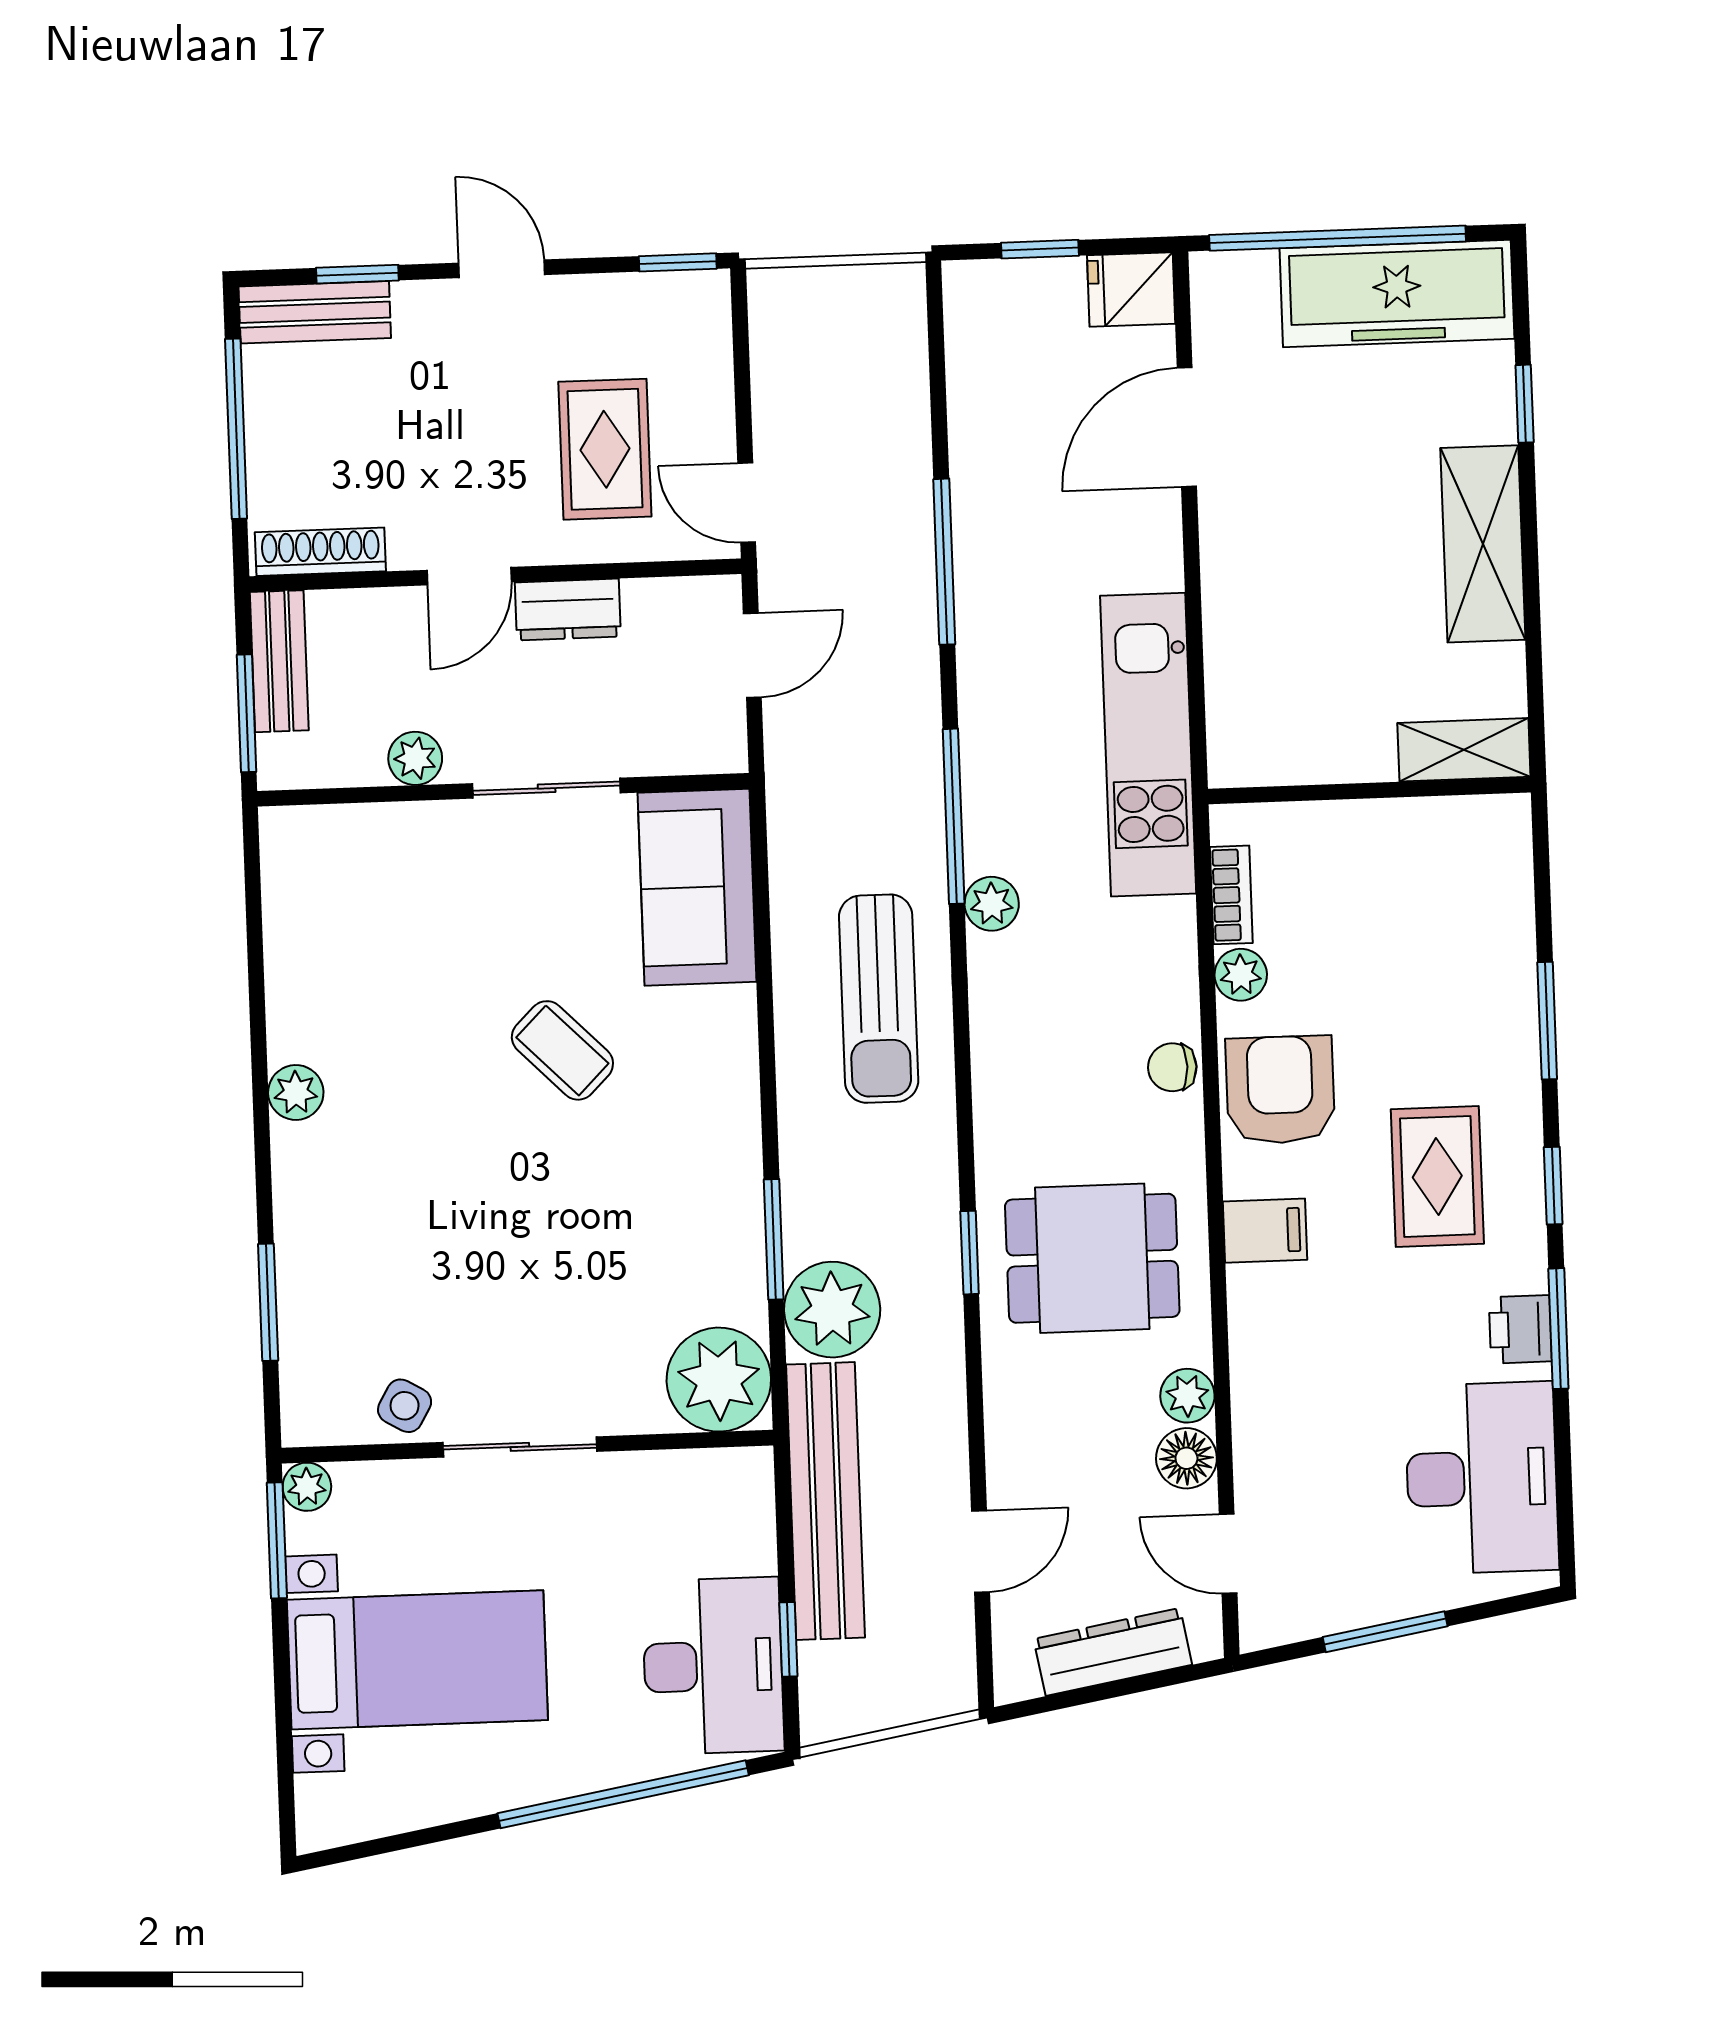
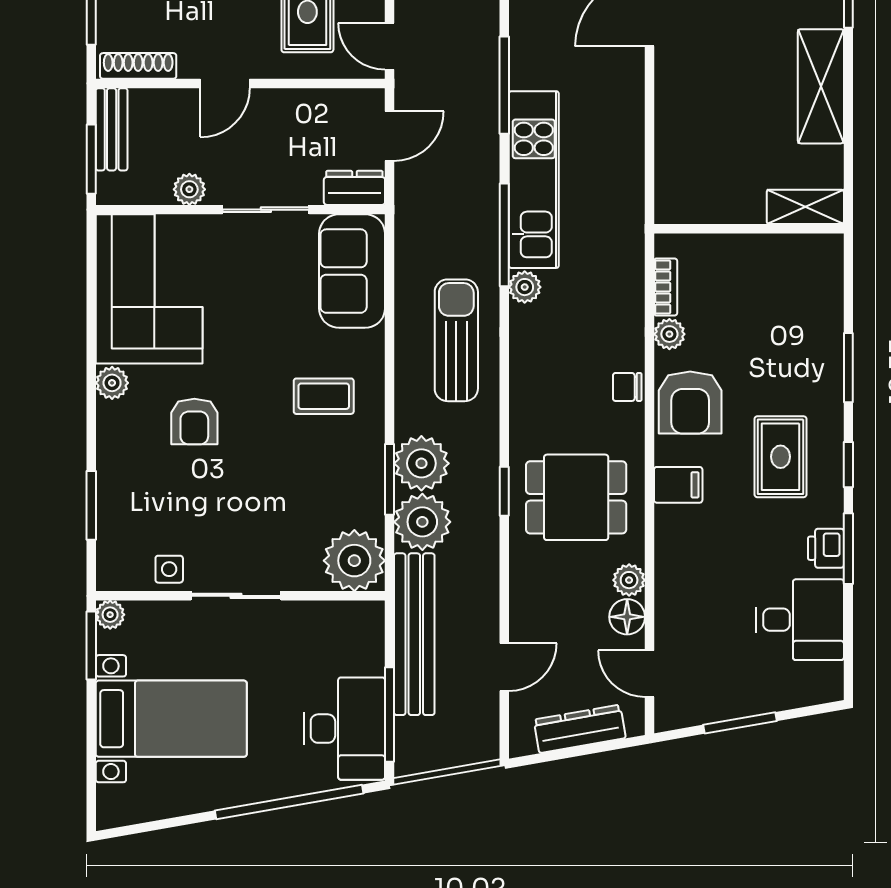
dresser: (568, 610) -> (354, 188), moved, turned 180
kitchen unit: (1148, 745) -> (534, 180), moved, turned 180
corner sofa: (353, 930) -> (149, 289), added
sun lounger: (879, 999) -> (456, 340), turned 180
coffee table: (562, 1050) -> (324, 396), moved, turned -45
armchair: (1280, 1090) -> (690, 403), turned 180
armchair: (438, 1153) -> (194, 421), added
plant: (827, 1210) -> (421, 463), added
side table: (405, 1406) -> (169, 569), turned -30
desk: (1482, 1478) -> (800, 620), width x0.73
window: (788, 1639) -> (390, 715), width x2.17

